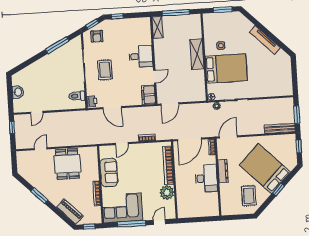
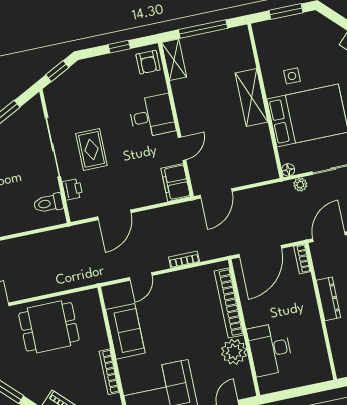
window: (117, 16) -> (119, 47), moved
armchair: (97, 36) -> (148, 62), moved
printer: (92, 101) -> (72, 189), moved
door: (112, 108) -> (114, 215), hinge flipped
dining table: (67, 164) -> (49, 327), turned 90
desk: (206, 178) -> (270, 349), moved, turned 180

